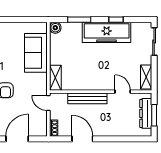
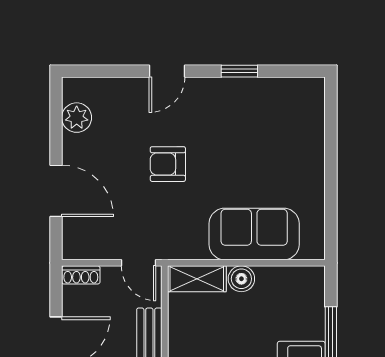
boiler: (55, 28) -> (241, 279), moved
door: (48, 103) -> (139, 263), swing flipped

